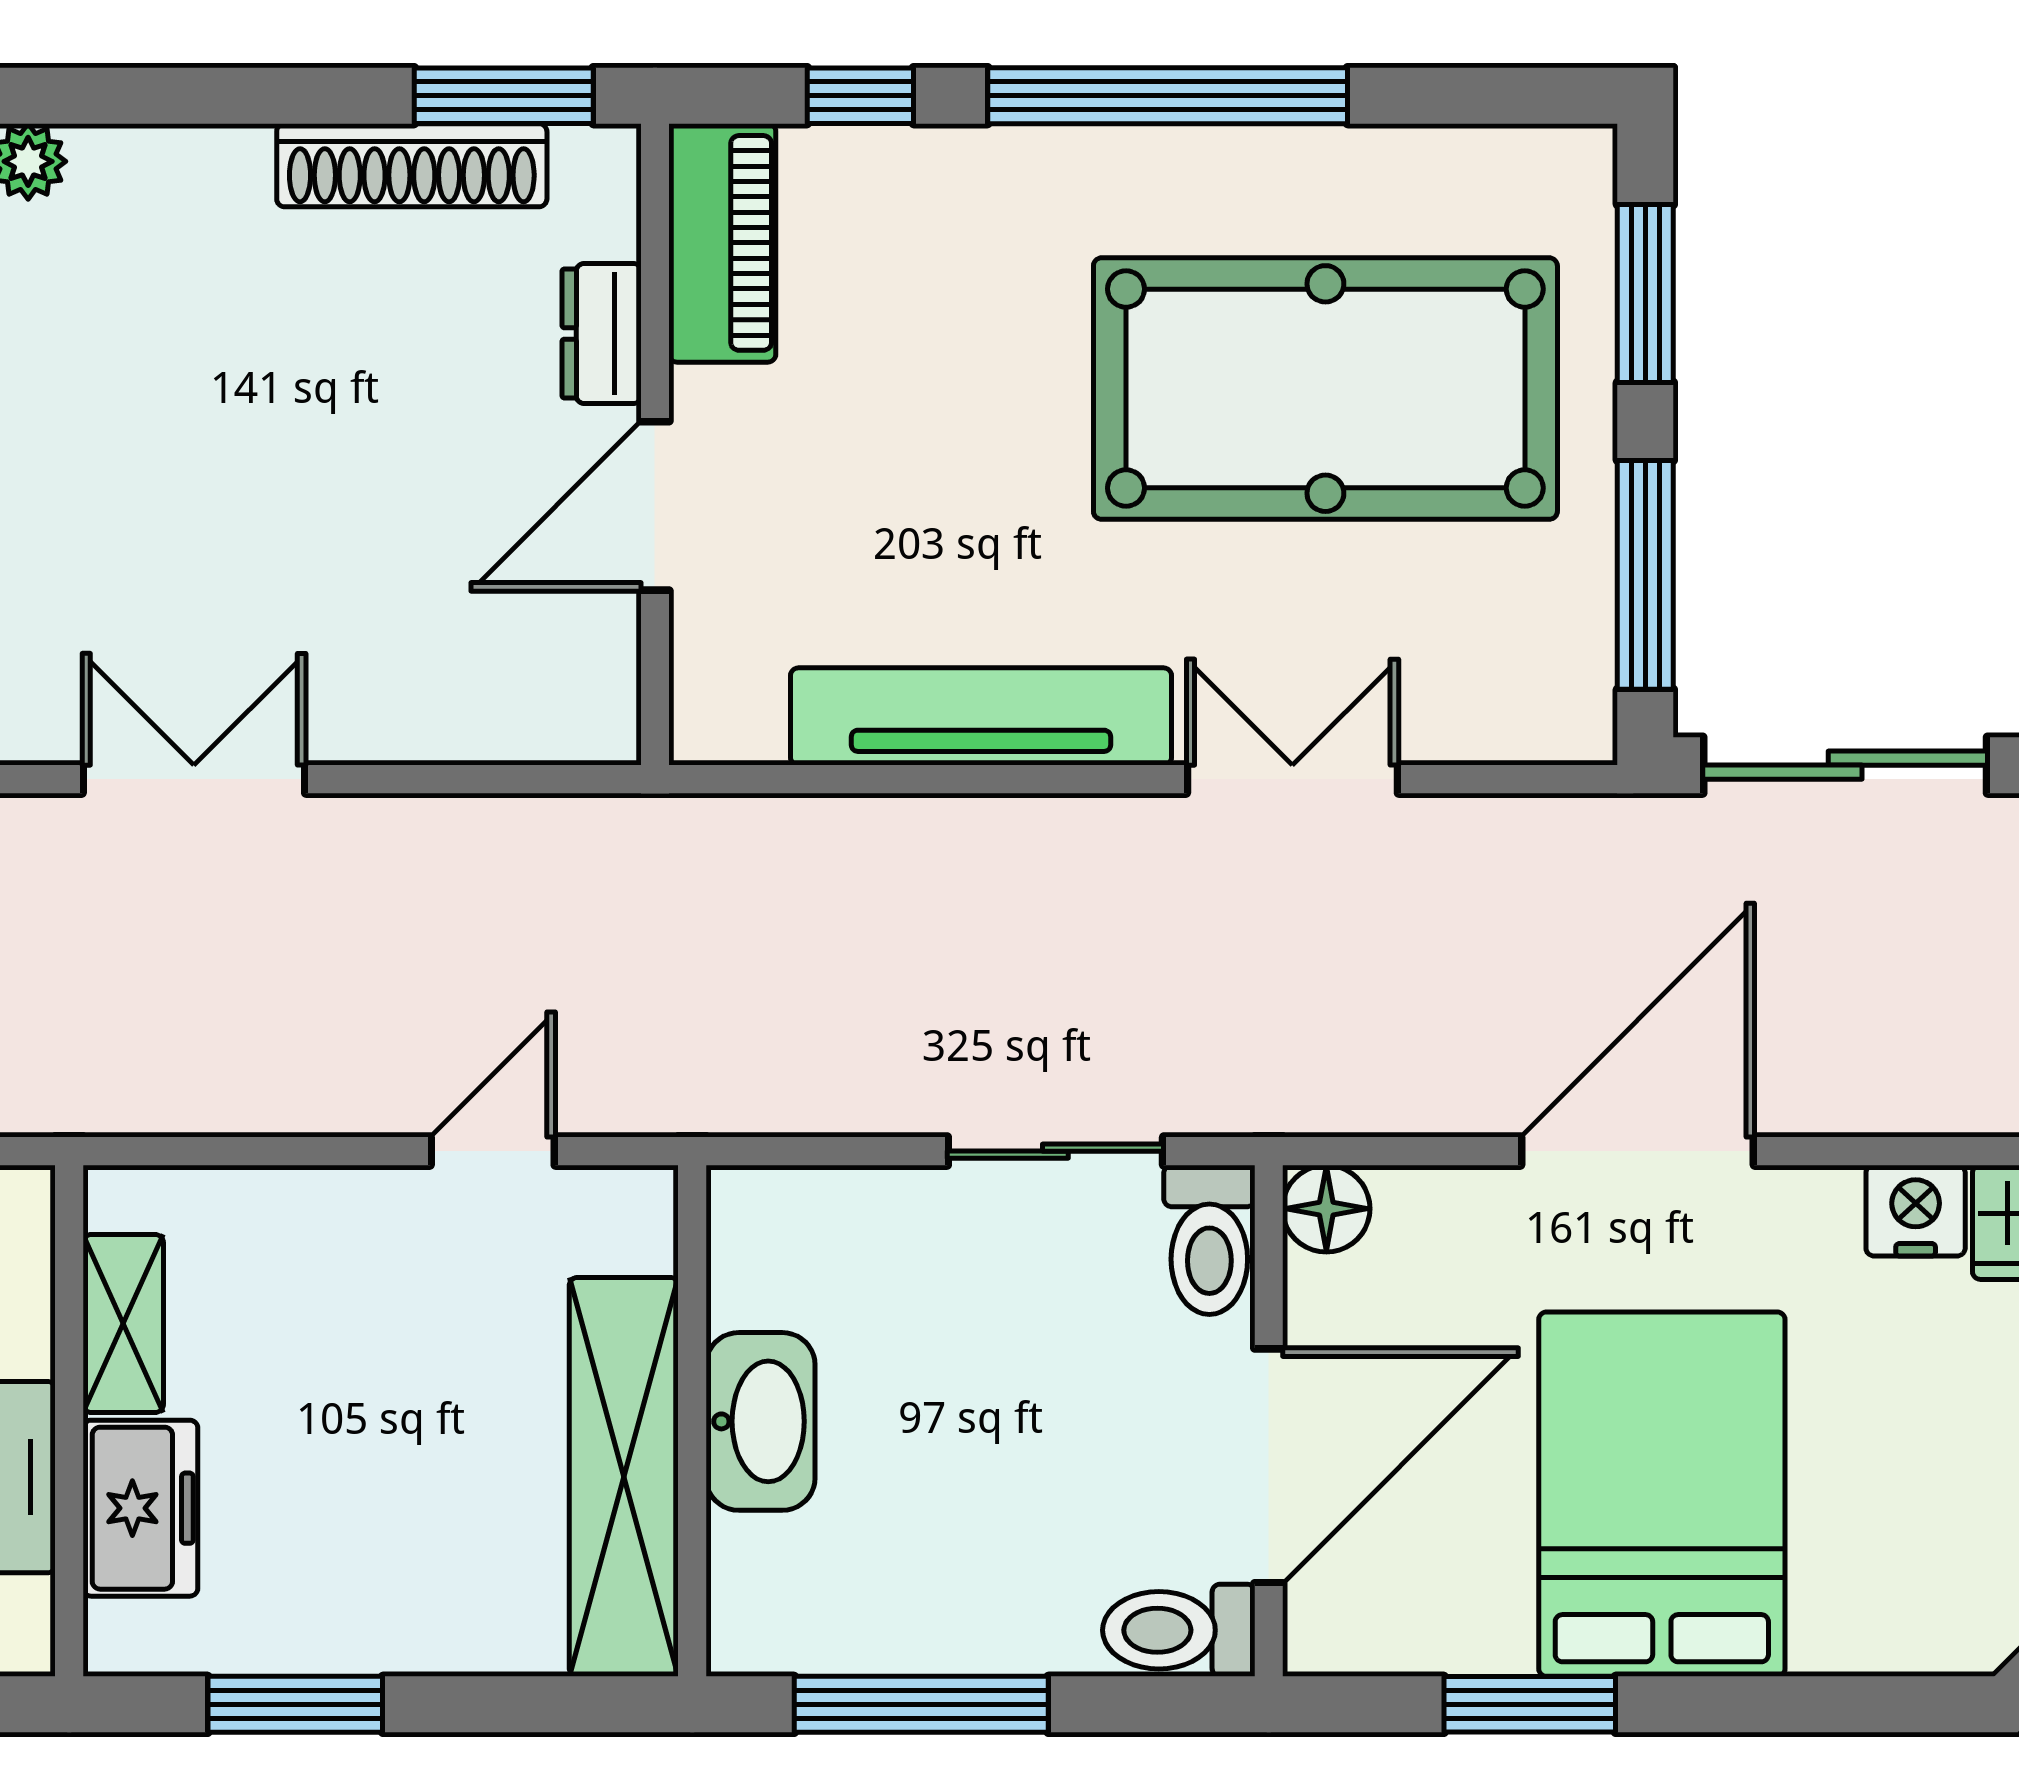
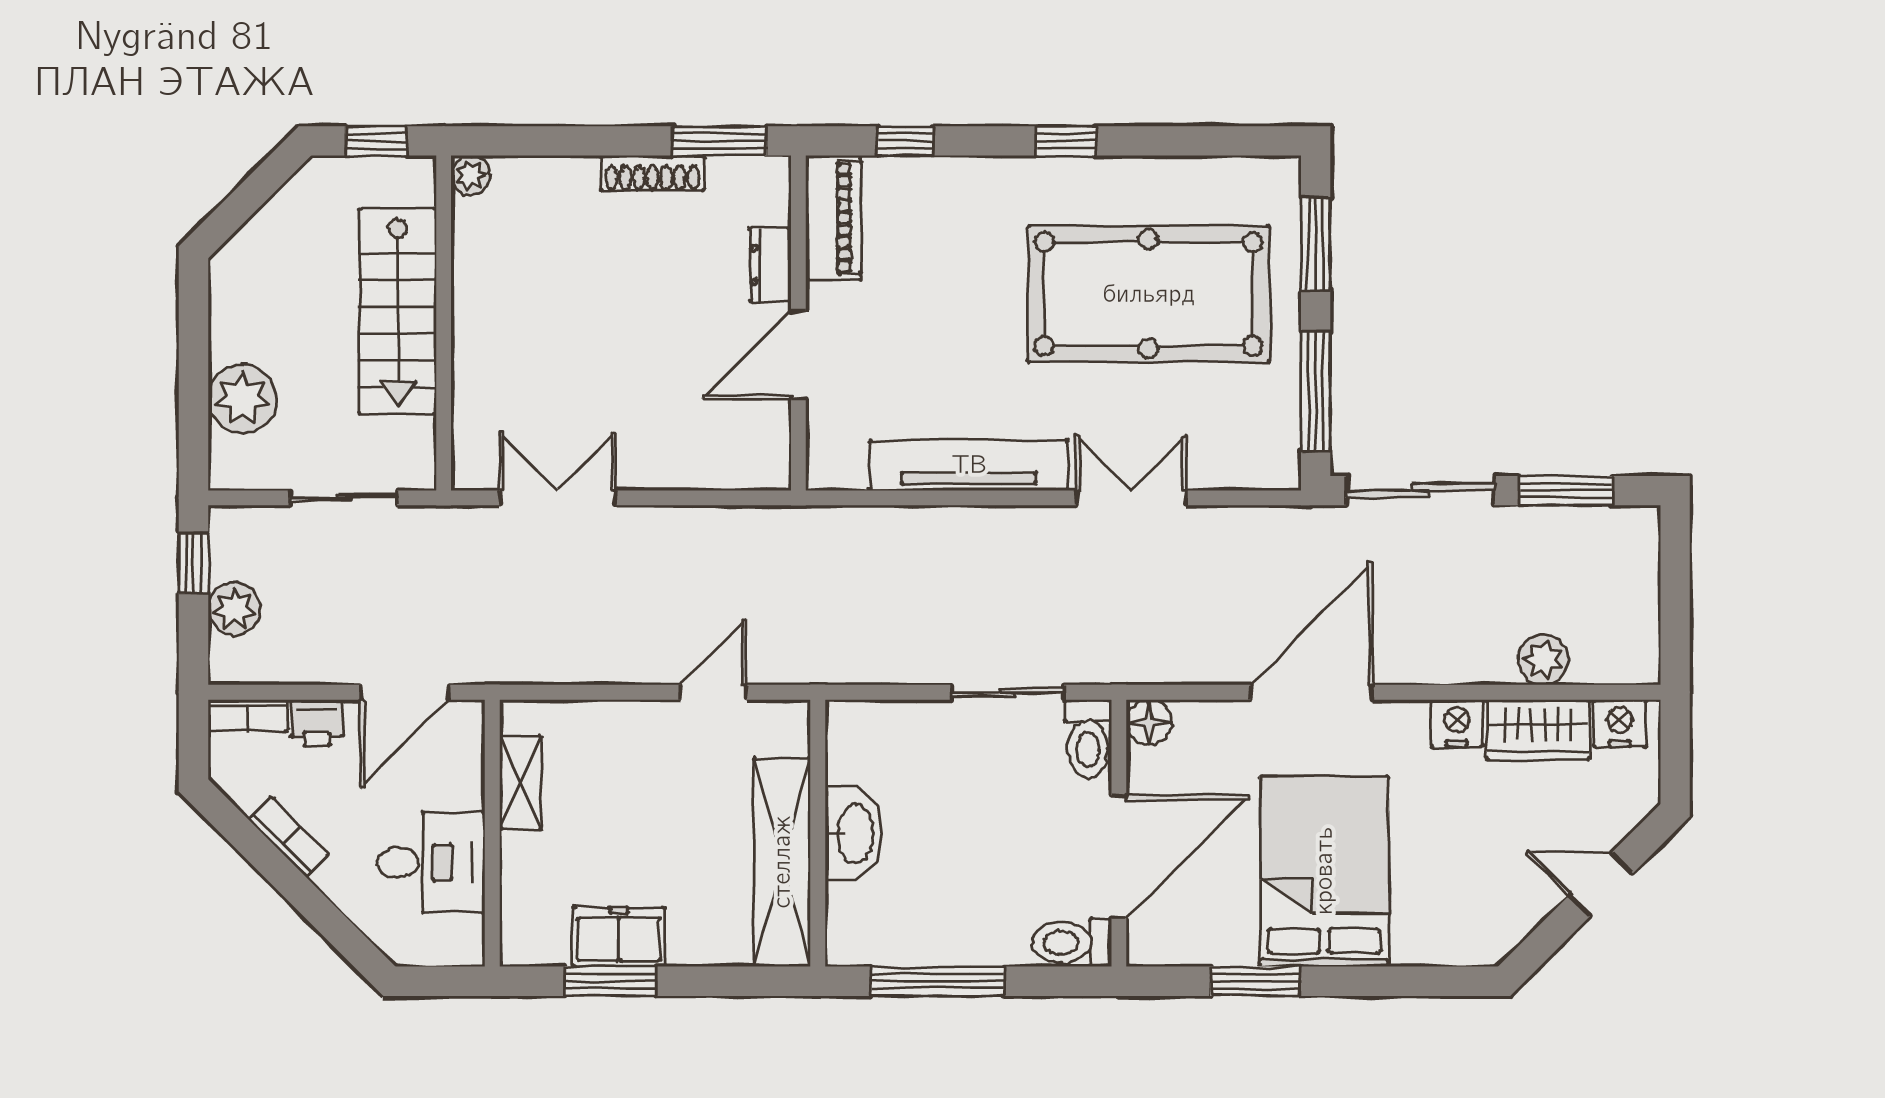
window: (1168, 96) -> (1066, 141), width x0.32
shoe rack: (412, 165) -> (653, 173), width x0.74, depth x0.81
freezer: (140, 1508) -> (619, 937), moved, turned -90

